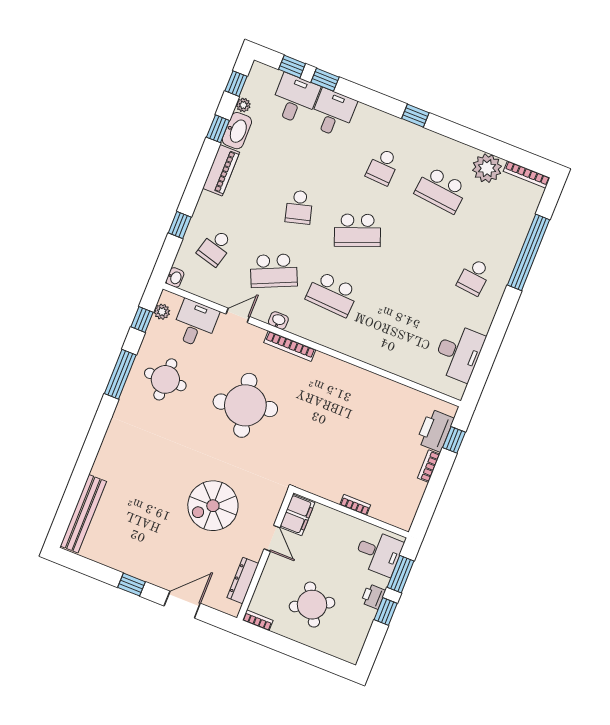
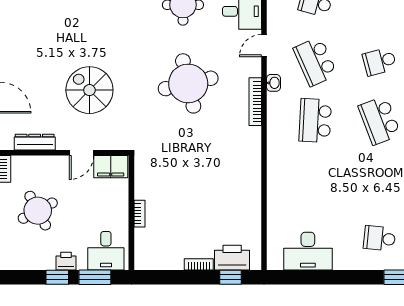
door: (238, 315) -> (264, 46), swing flipped

